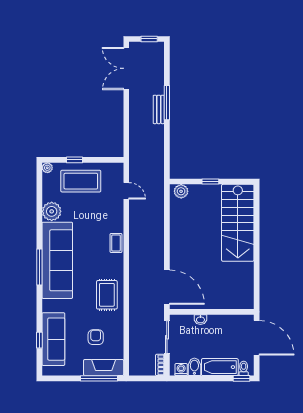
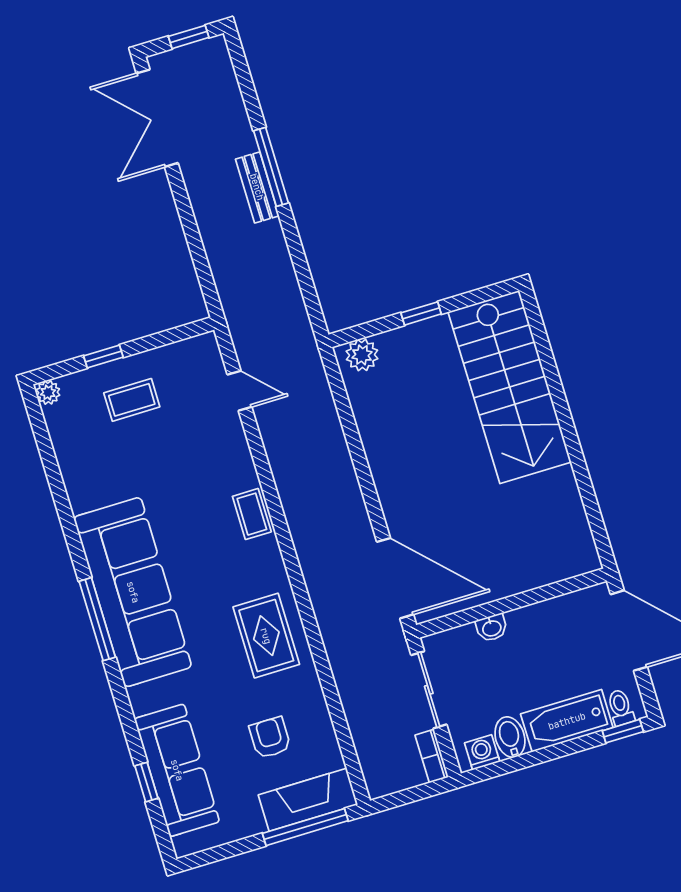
coffee table: (81, 181) -> (132, 400), width x0.54, depth x0.58
plant: (52, 211) -> (87, 487), removed

